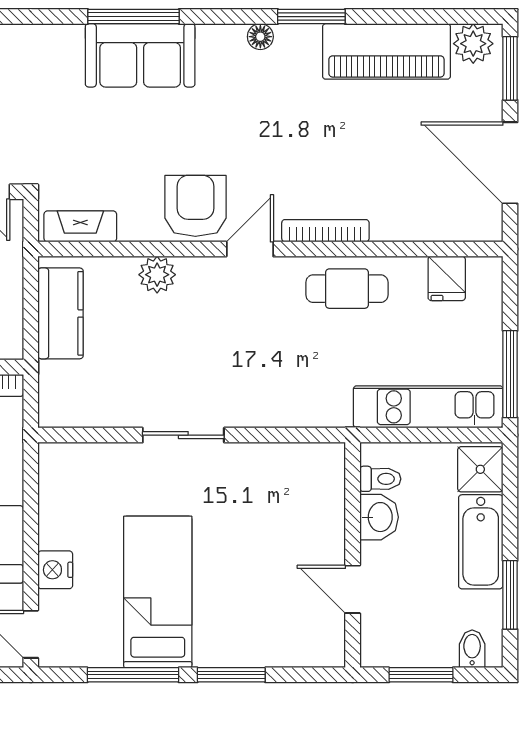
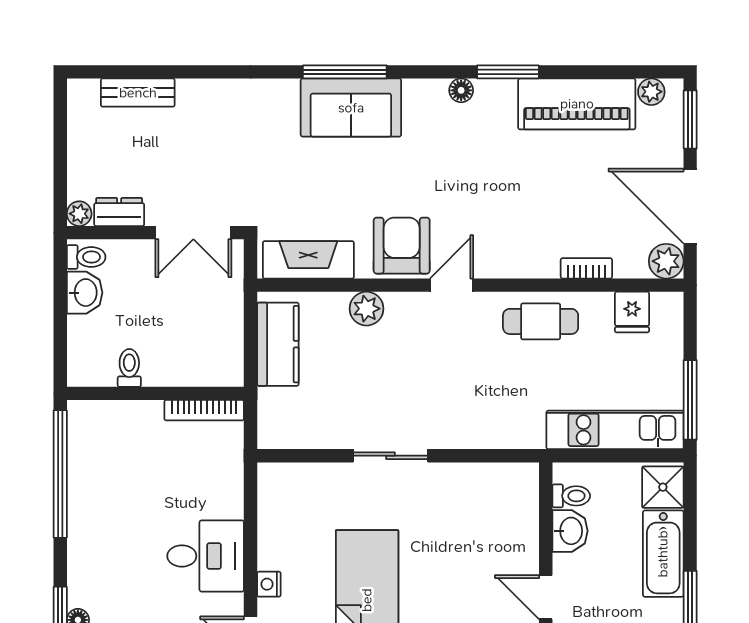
plant: (473, 44) -> (651, 92), width x0.73, depth x0.73
plant: (484, 223) -> (666, 261), added
fireplace: (80, 226) -> (308, 260), width x1.37, depth x1.32
bookcase: (325, 231) -> (586, 268), moved, width x0.64
nightstand: (55, 570) -> (269, 584), width x0.72, depth x0.74

